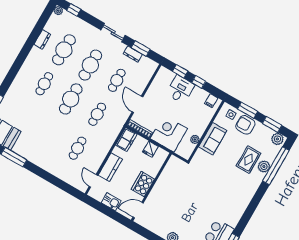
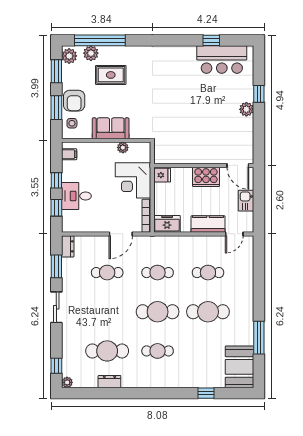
dresser: (133, 54) -> (68, 246), moved
cafe table: (90, 65) -> (208, 312), moved
fridge: (150, 149) -> (162, 175), moved
plant: (264, 167) -> (91, 53), moved

